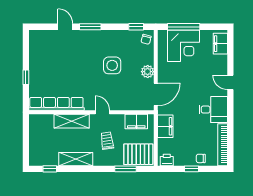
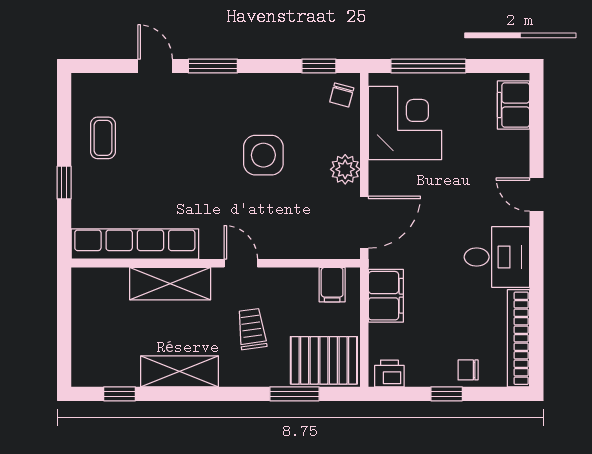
corner desk: (184, 46) -> (405, 123), moved, turned -90
coffee table: (43, 58) -> (103, 138), added
filing cabinet: (136, 121) -> (332, 285), width x0.50

